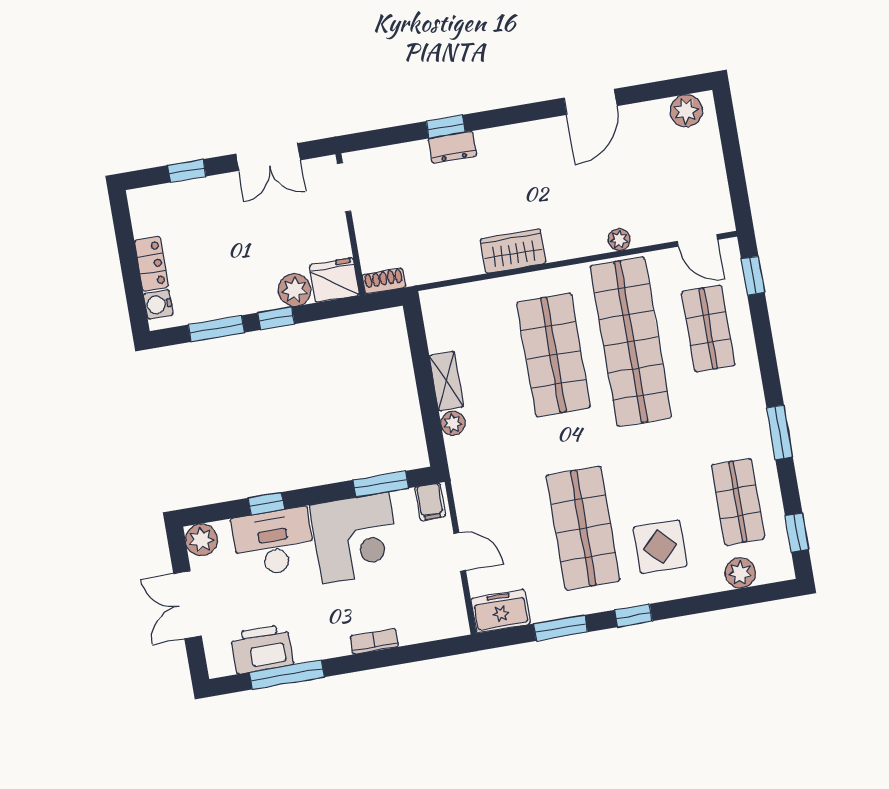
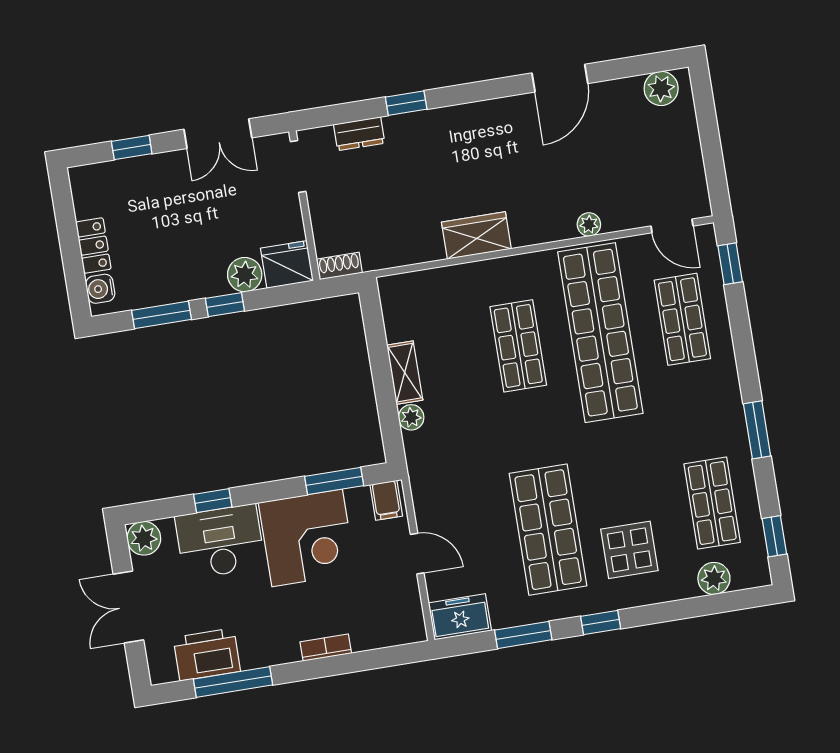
dresser: (452, 147) -> (359, 134), moved
shop shelf: (553, 355) -> (518, 346), width x0.70, depth x0.74

